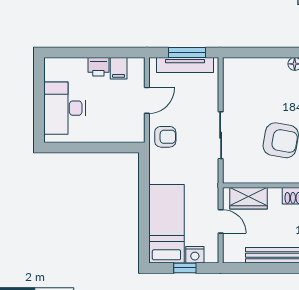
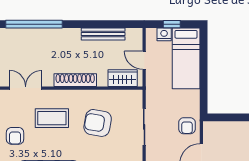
armchair: (165, 137) -> (187, 126), turned -90

